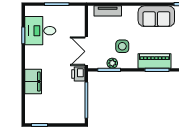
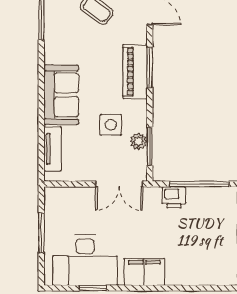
sofa: (156, 16) -> (61, 95), moved
desk: (40, 31) -> (85, 260), width x1.37
printer: (78, 74) -> (174, 197), moved
filing cabinet: (33, 82) -> (144, 272), moved

